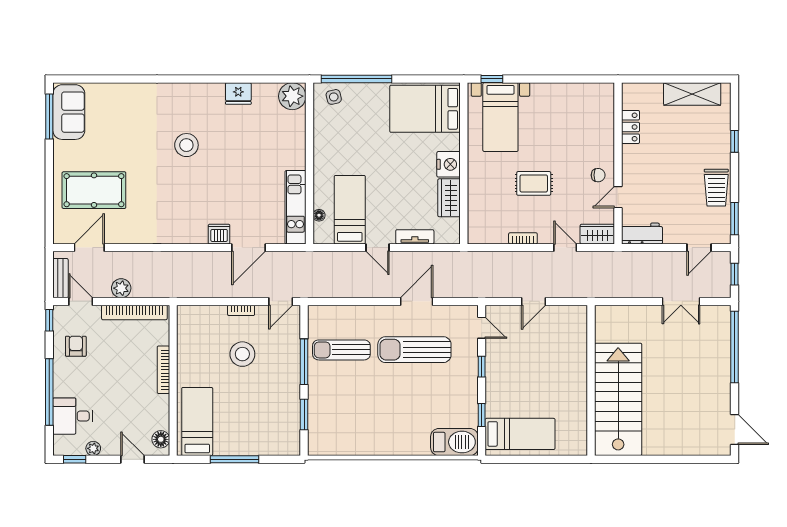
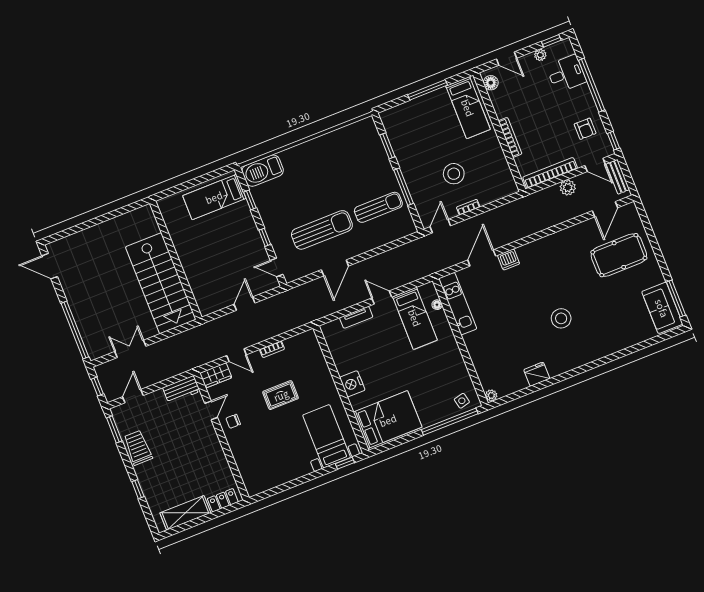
plant: (292, 96) -> (491, 395), width x0.53, depth x0.53
locker: (630, 127) -> (223, 500), moved, turned 90
wardrobe: (449, 198) -> (342, 358), removed
stairs: (618, 399) -> (161, 283), moved

